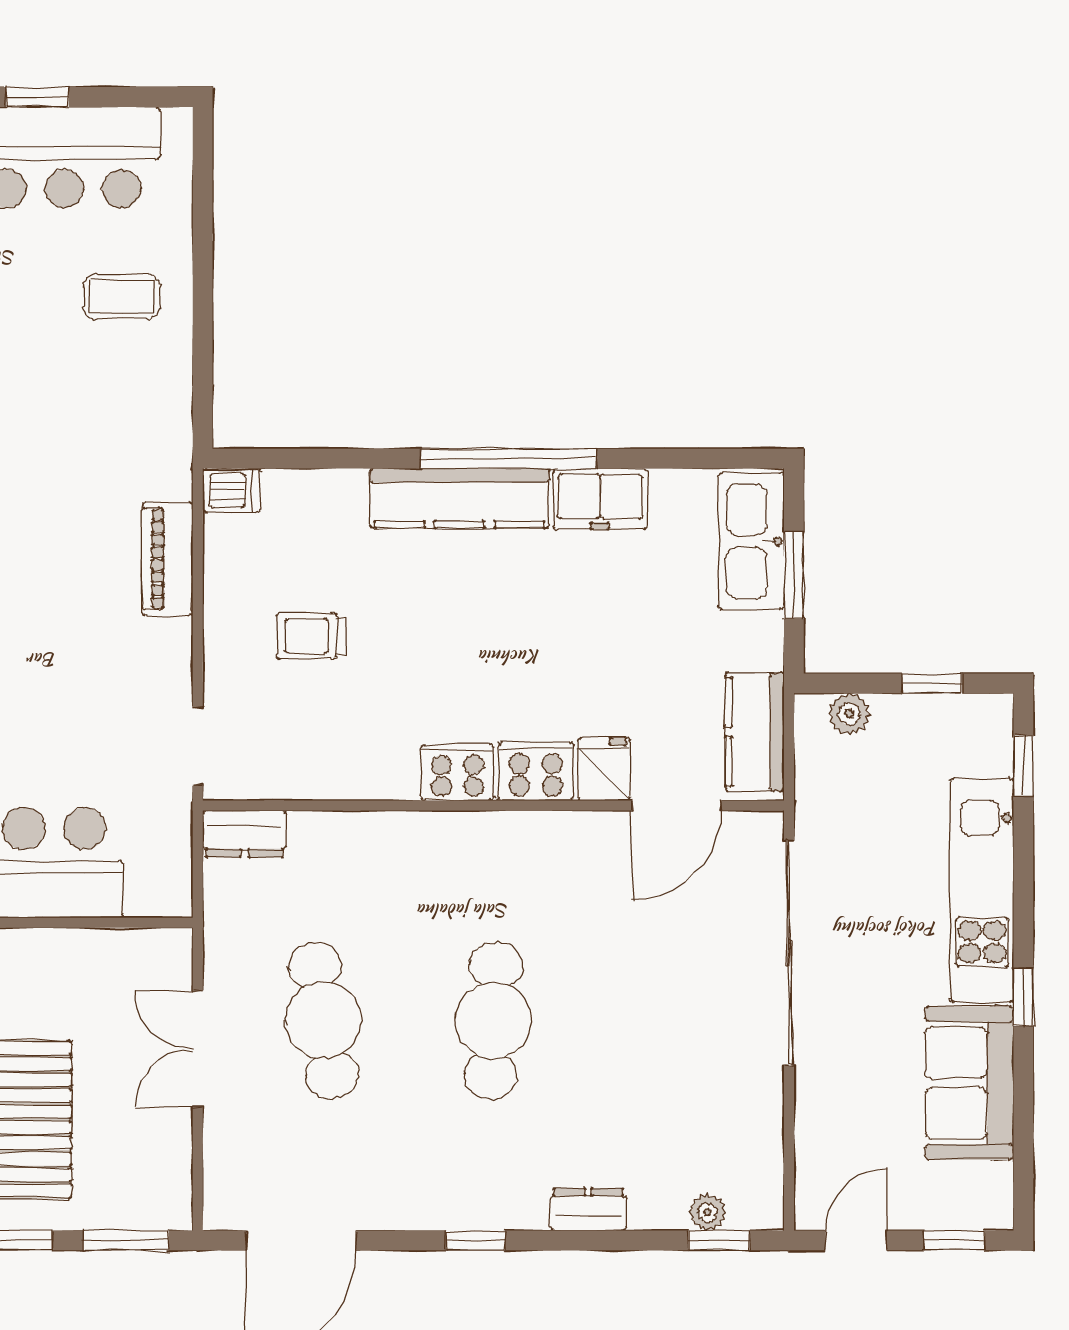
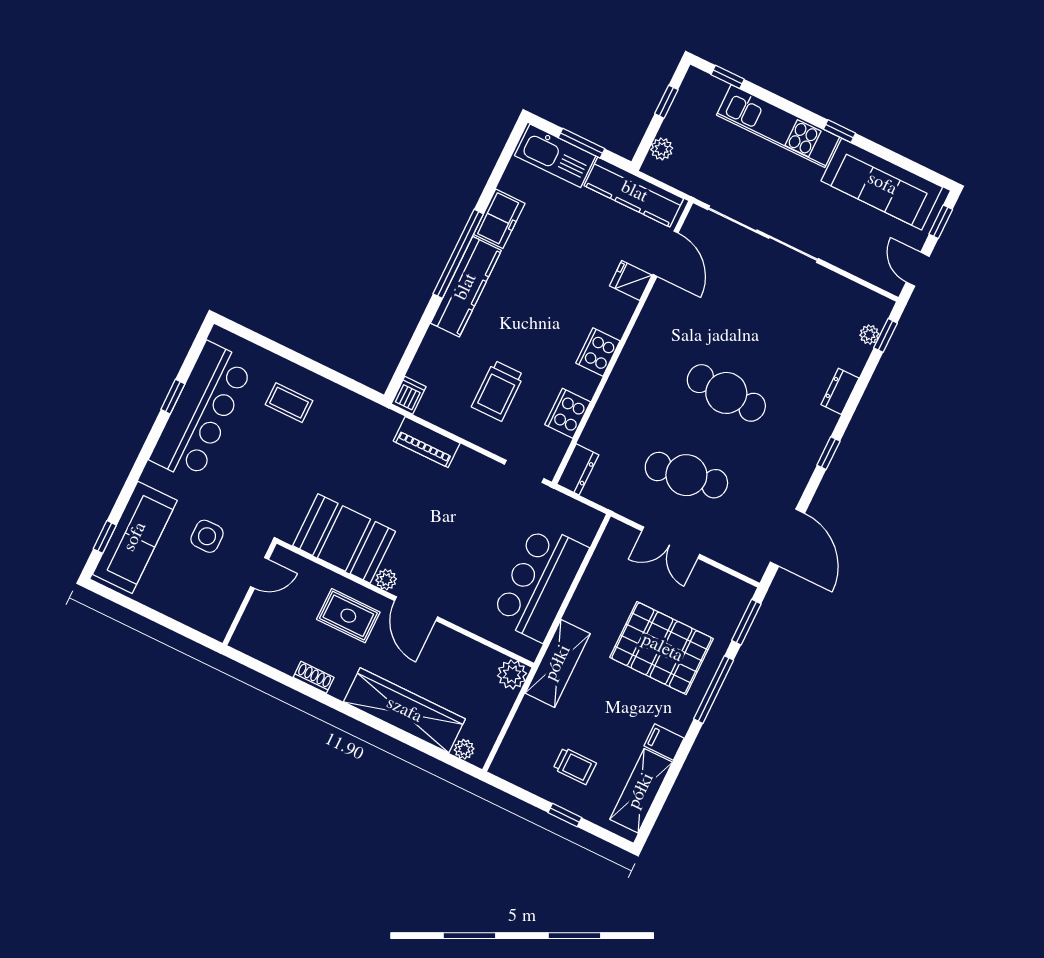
coffee table: (122, 296) -> (289, 403), turned 90
trolley: (311, 636) -> (498, 391), width x1.36, depth x1.39
kitchen counter: (754, 732) -> (634, 192), width x1.50
cooker: (536, 771) -> (568, 413), moved
sofa: (969, 1083) -> (882, 184), width x1.36

